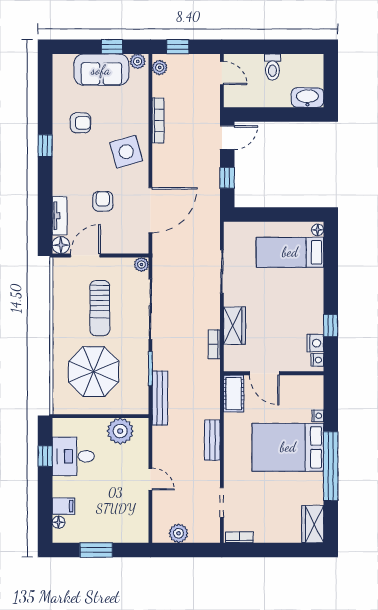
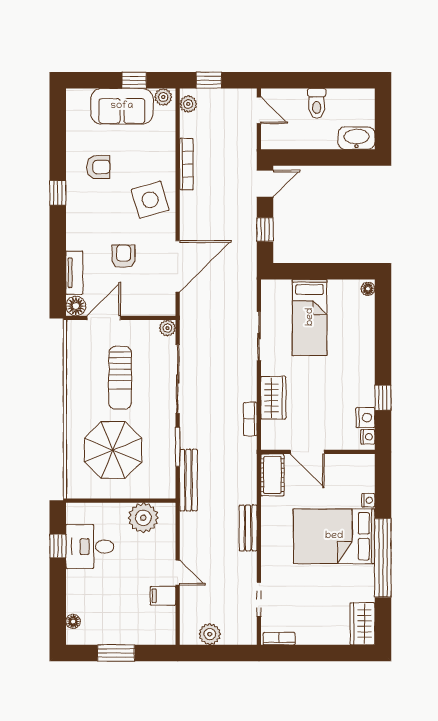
bed: (290, 252) -> (310, 317), moved, turned -90
filing cabinet: (63, 506) -> (163, 596), moved, turned 180

